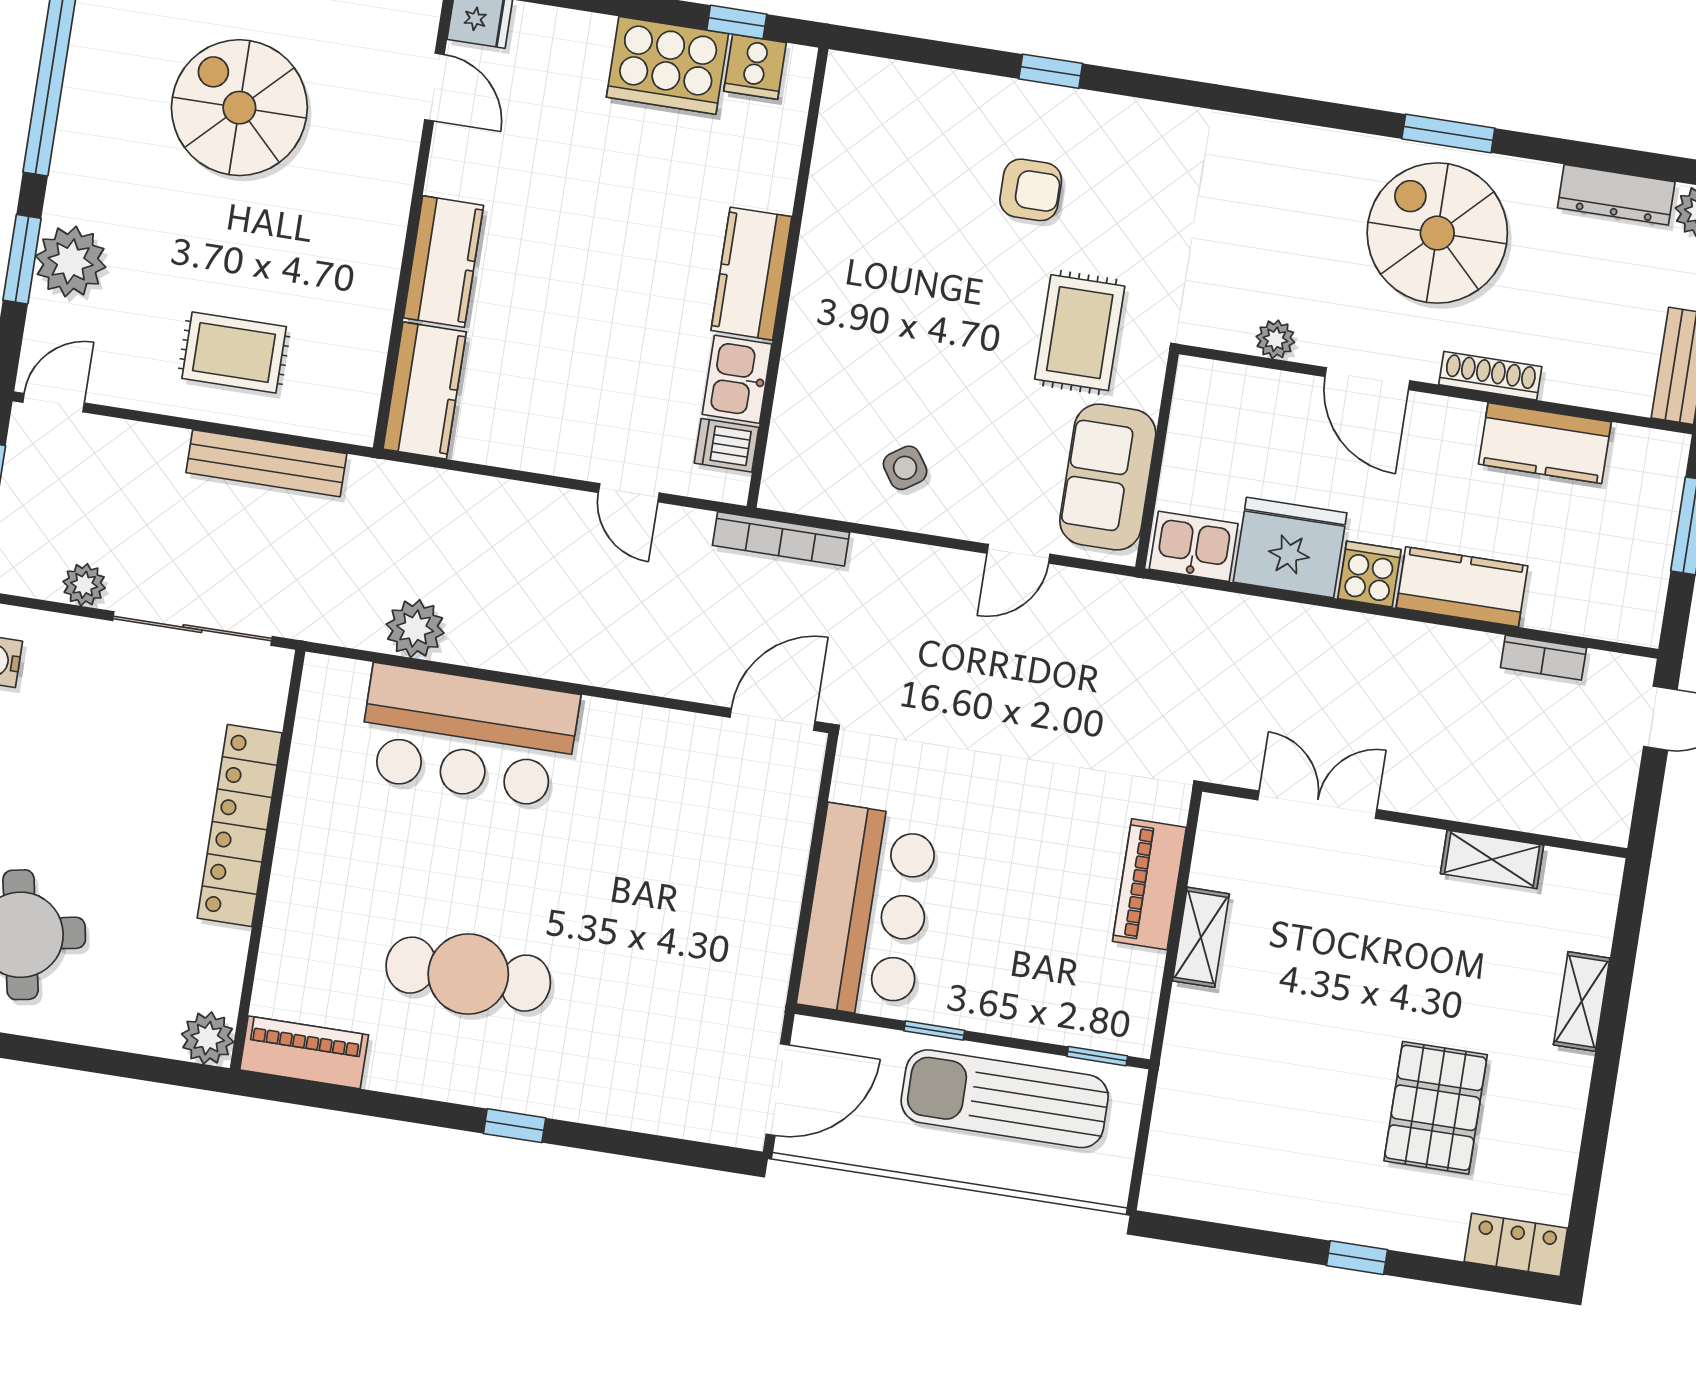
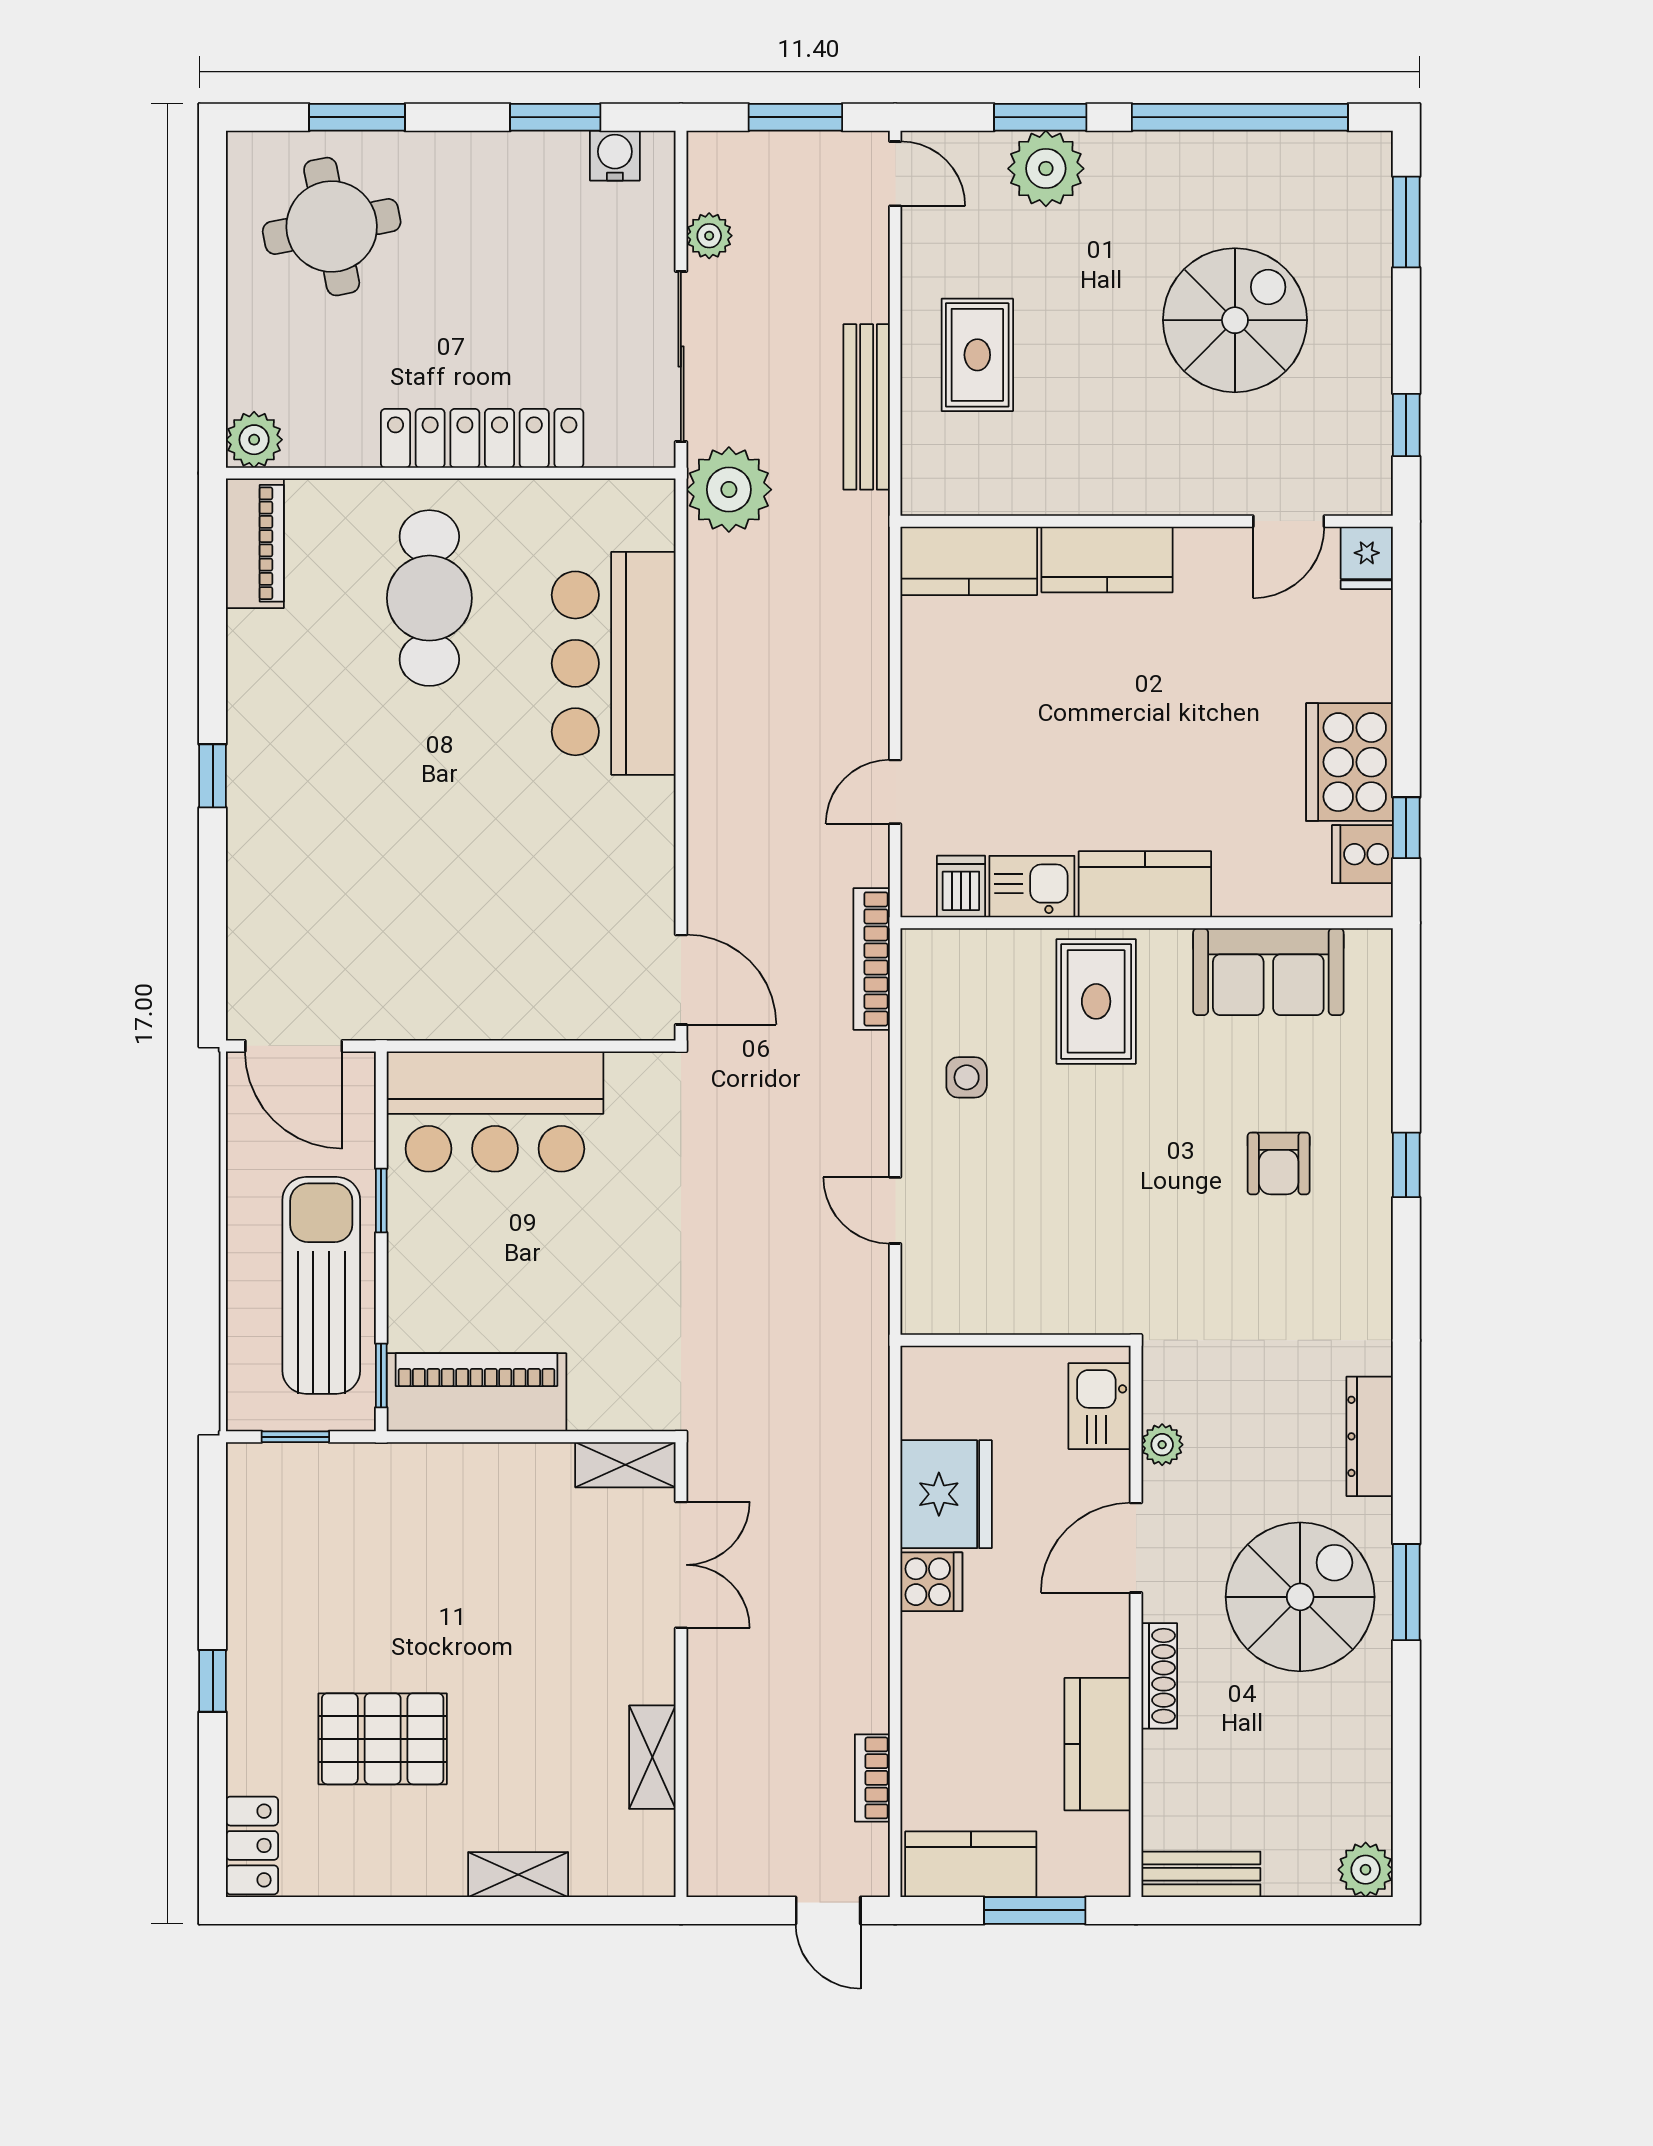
dresser: (1616, 195) -> (1370, 1436), moved
rug: (1080, 333) -> (1096, 1001), moved, turned 90
side table: (905, 468) -> (967, 1077), turned 34
sofa: (1108, 477) -> (1268, 972), moved, turned 180
kitchen sink: (1194, 546) -> (1100, 1406), moved, turned 180
kitchen counter: (1462, 587) -> (971, 1864), moved, turned -90
plant: (415, 629) -> (729, 490), moved, width x1.36, depth x1.36
piano: (1149, 884) -> (476, 1392), moved, width x1.37, depth x1.33
shelving: (1201, 937) -> (625, 1465), moved
cafe table: (468, 974) -> (429, 598), moved
window: (1142, 1145) -> (295, 1437), added

